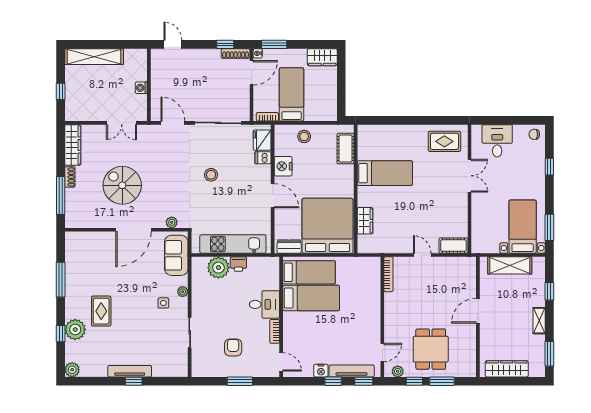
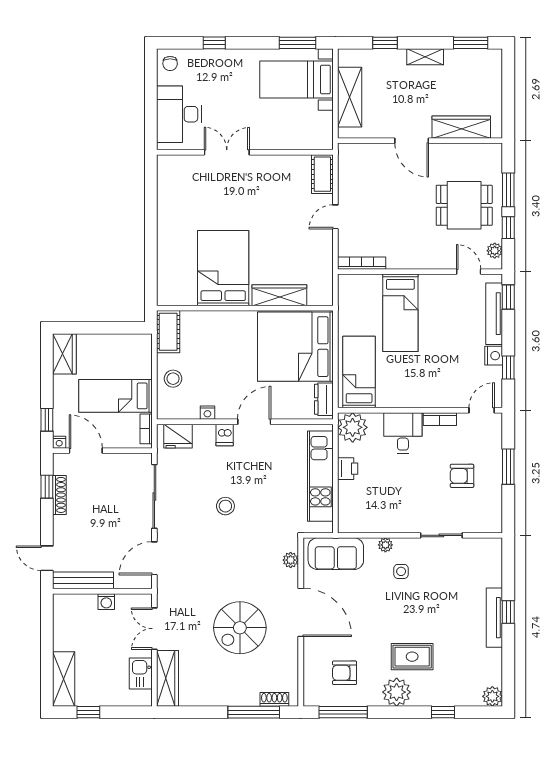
door: (173, 44) -> (47, 558), hinge flipped
window: (274, 44) -> (47, 420), width x0.67
shoe rack: (236, 54) -> (59, 495), moved
shelving: (94, 57) -> (64, 679), width x0.68
bench: (157, 71) -> (83, 580), added
window: (61, 91) -> (88, 712), moved
kitchen sink: (89, 113) -> (141, 674), added
double door: (122, 123) -> (154, 629), swing flipped
rug: (444, 141) -> (180, 186), removed
desk: (497, 141) -> (179, 114), width x1.37
wardrobe: (73, 145) -> (167, 678), moved, turned 90
cot: (345, 149) -> (168, 332), moved, turned 90
dishwasher: (263, 158) -> (225, 435), moved
nightstand: (283, 166) -> (207, 413), width x0.53, depth x0.56
bed: (385, 173) -> (223, 268), width x1.50
shoe rack: (70, 177) -> (274, 699), moved
wardrobe: (365, 221) -> (279, 295), width x1.50
armchair: (89, 262) -> (345, 673), added
plant: (218, 268) -> (353, 427), moved
window: (61, 280) -> (343, 712), moved
bed: (311, 298) -> (400, 313), moved, turned 180
plant: (75, 330) -> (397, 692), moved
wardrobe: (507, 369) -> (461, 127), moved, turned 90
window: (333, 381) -> (508, 367), moved

